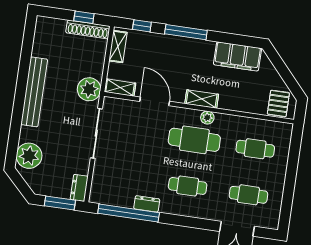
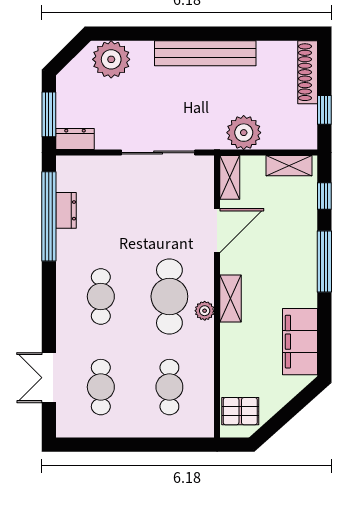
shoe rack: (88, 29) -> (308, 72), moved
plant: (89, 89) -> (244, 133), moved
dresser: (147, 204) -> (66, 210), moved

